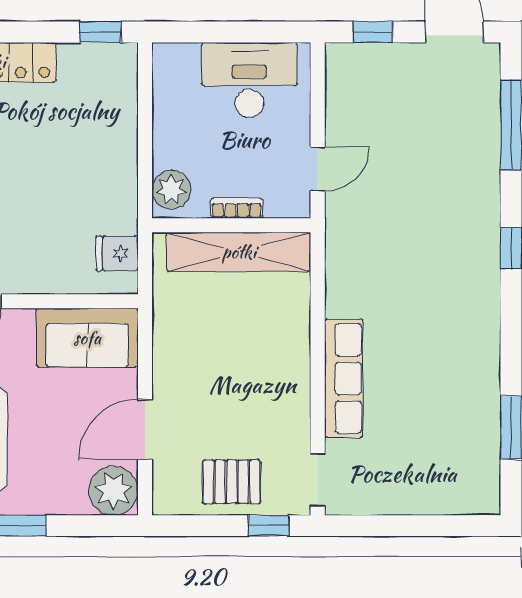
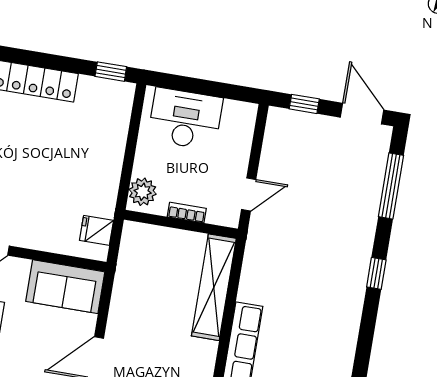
desk: (249, 80) -> (185, 119), moved
shelving: (239, 252) -> (214, 287), moved, turned 90

